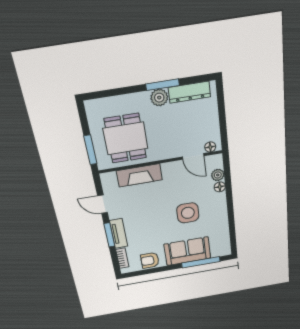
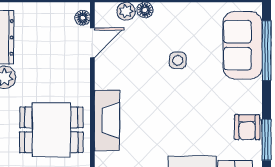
side table: (188, 213) -> (178, 60), width x0.54, depth x0.54
sofa: (187, 251) -> (243, 45), moved
window: (144, 272) -> (267, 140), added

